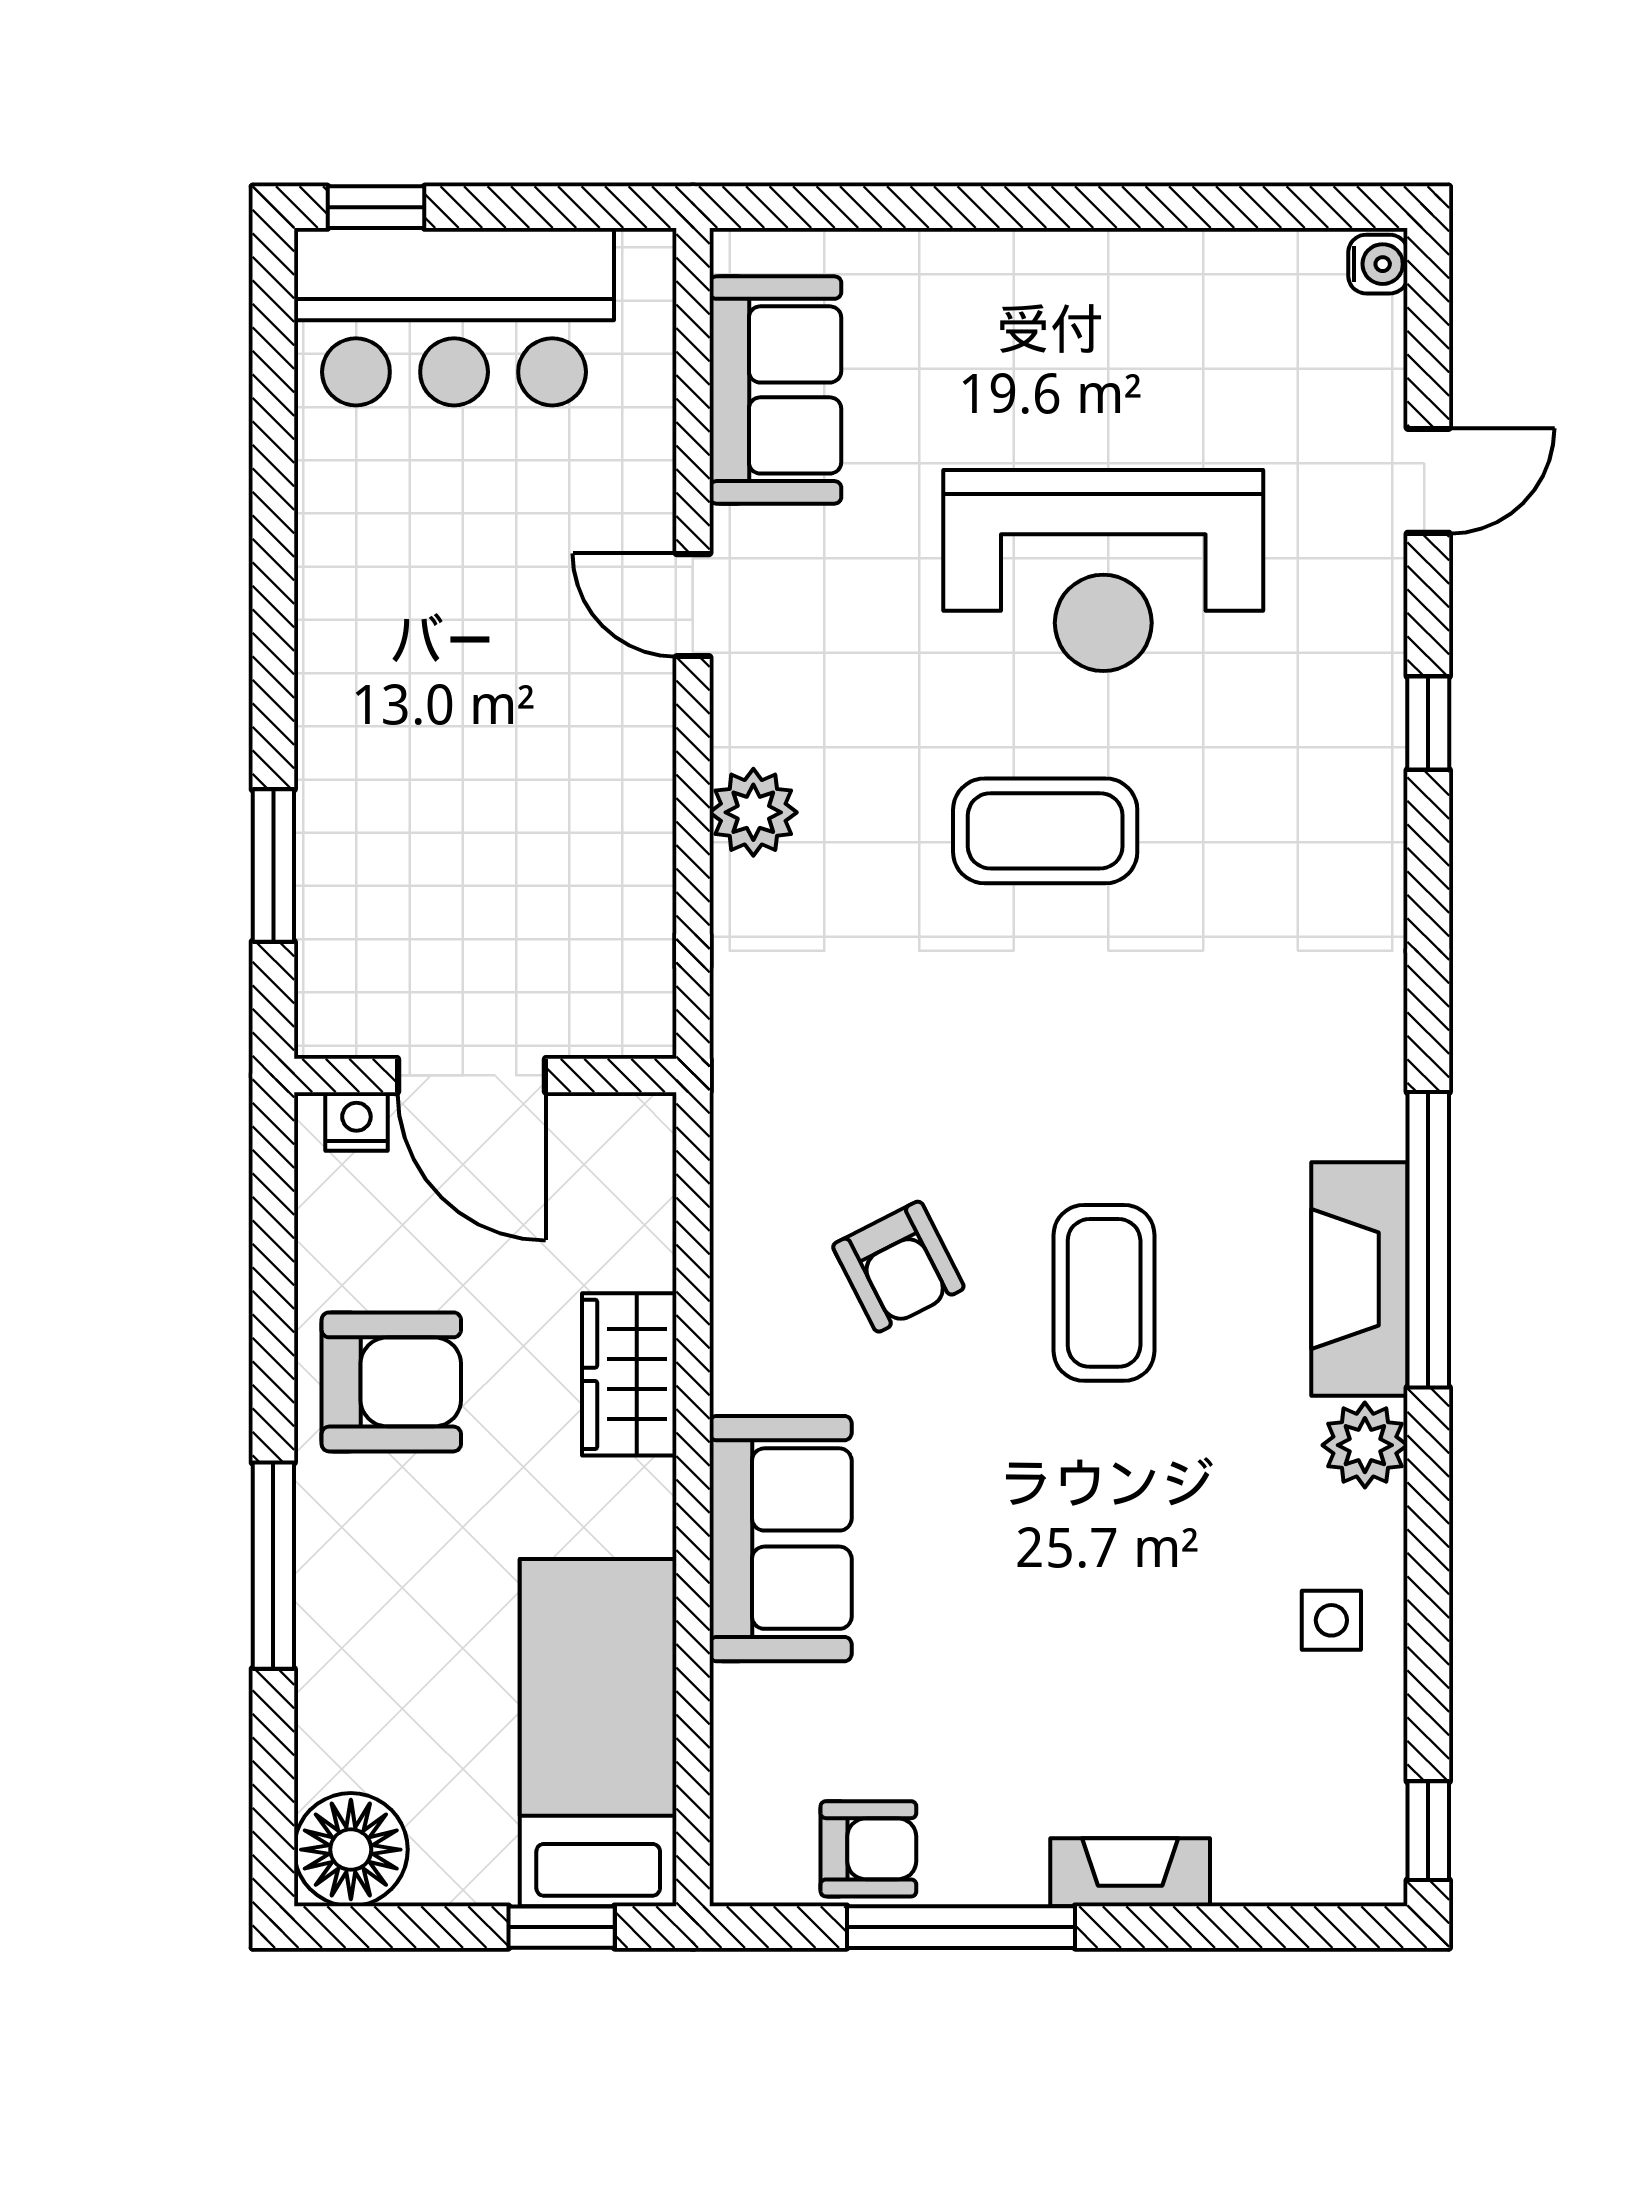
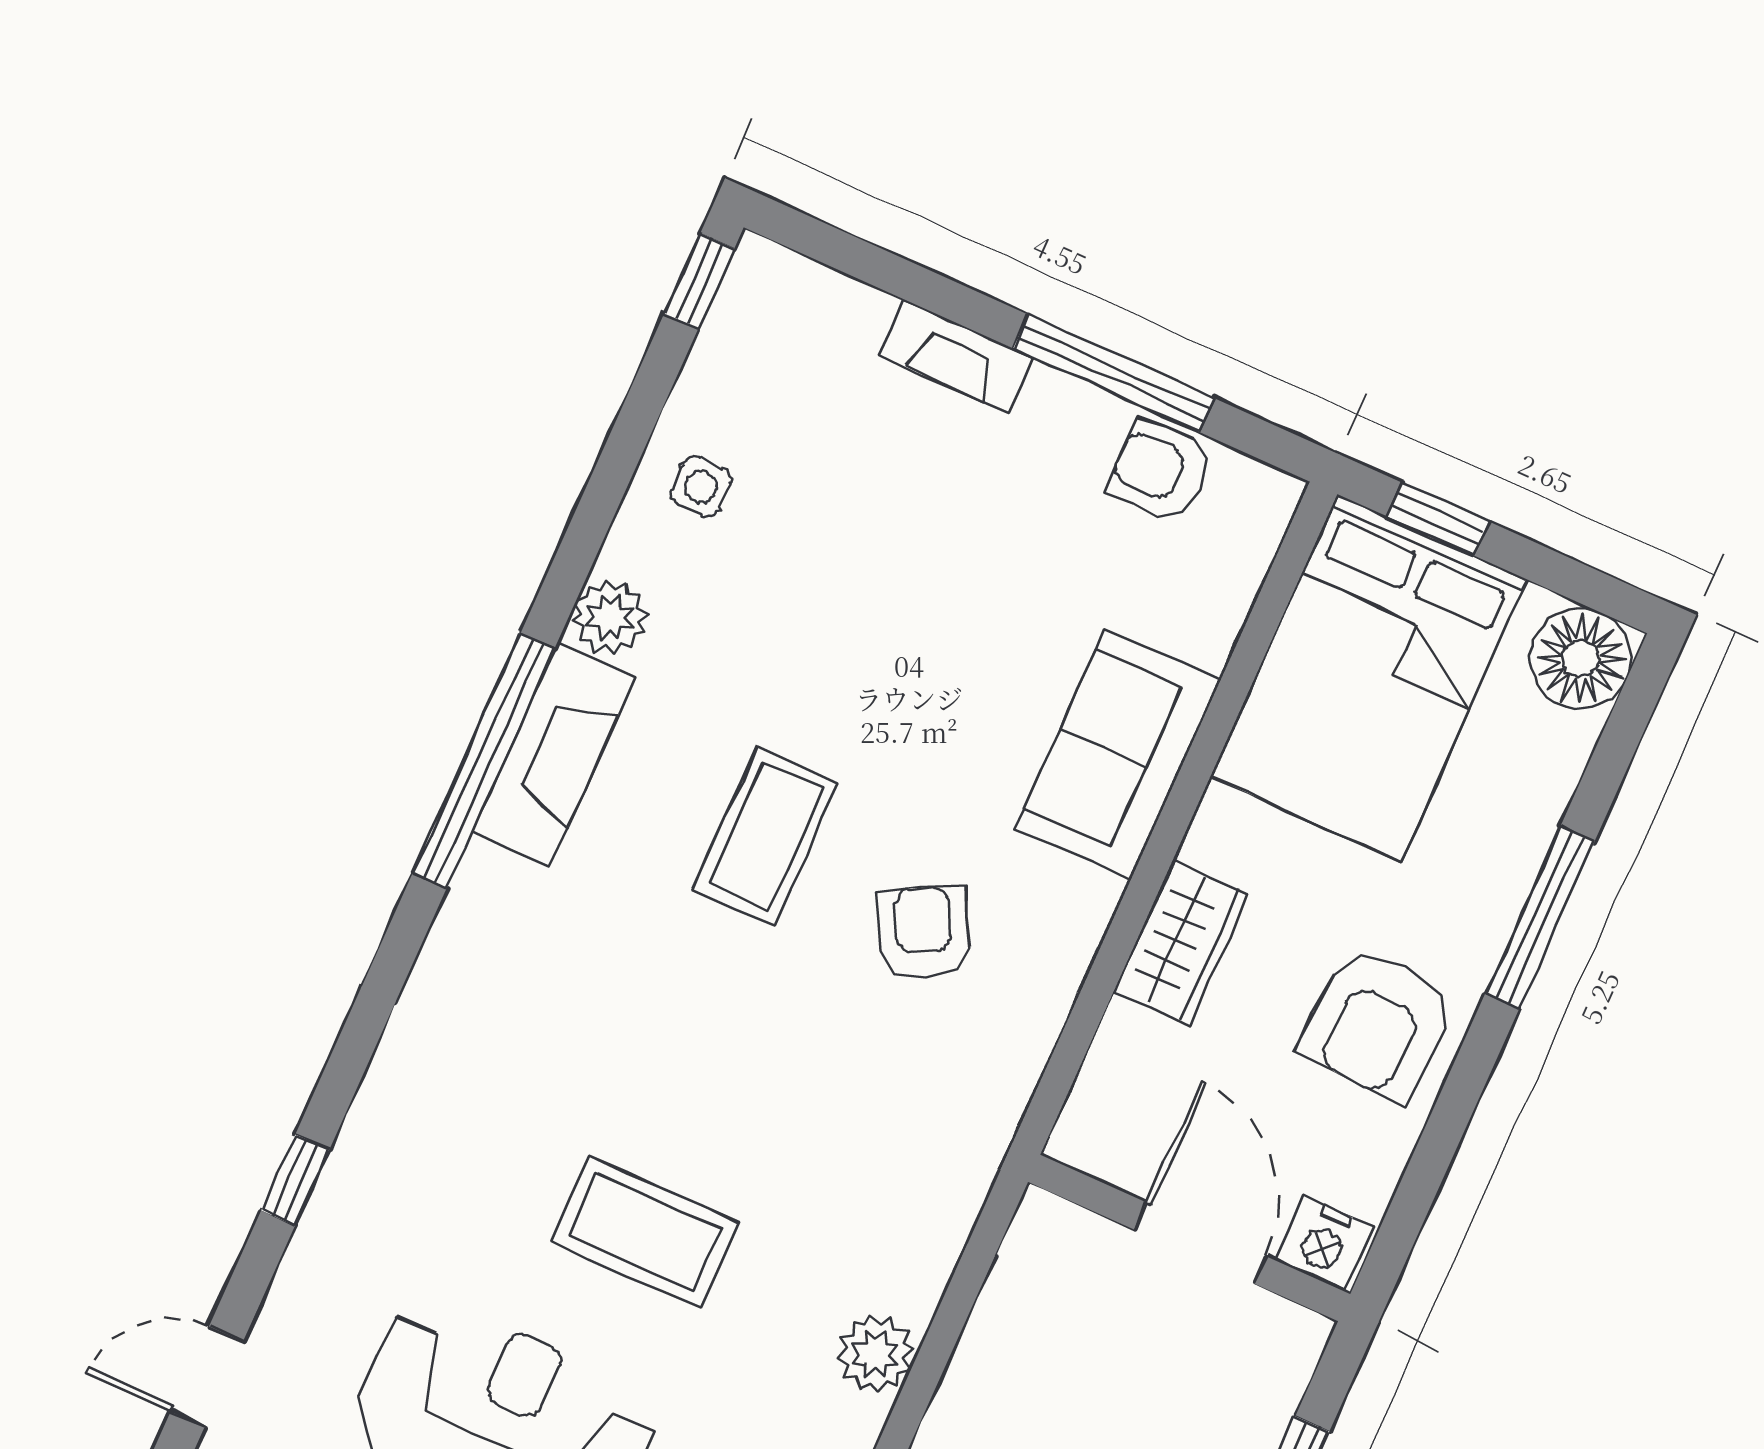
nightstand: (356, 1121) -> (1324, 1244), width x1.39, depth x1.35
armchair: (391, 1382) -> (1377, 1024), turned -88
bed: (598, 1733) -> (1369, 678), width x1.50

